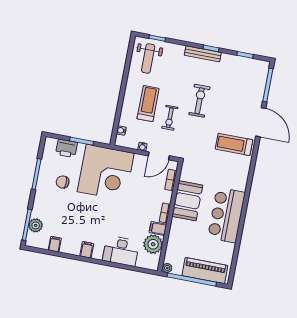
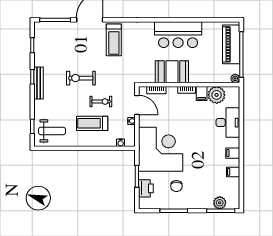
filing cabinet: (55, 244) -> (233, 172), moved

